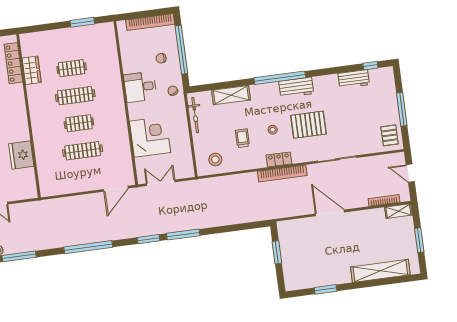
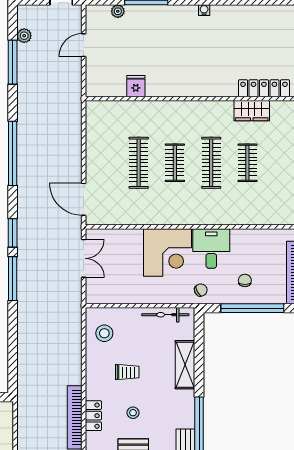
corner desk: (150, 137) -> (168, 253), moved
fridge: (21, 155) -> (136, 86), width x0.53, depth x0.75

